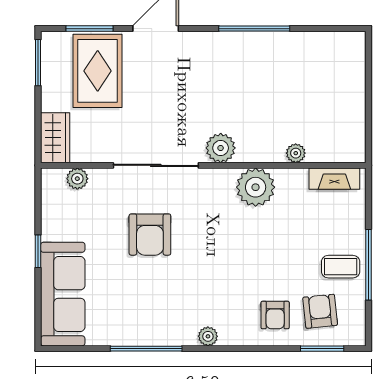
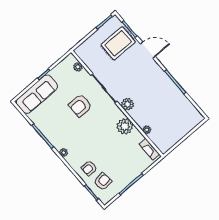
wardrobe: (55, 138) -> (85, 48), removed
coffee table: (341, 267) -> (123, 176), removed

